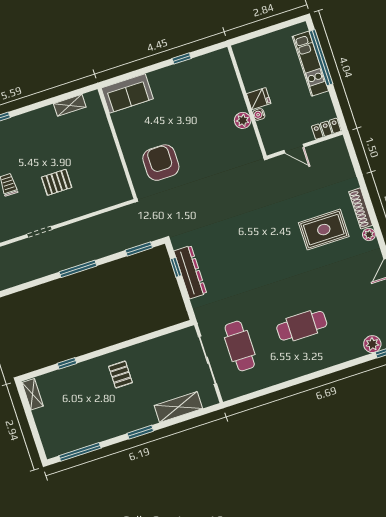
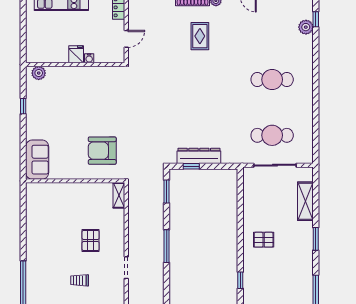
shelving: (70, 105) -> (119, 195), moved
plant: (243, 120) -> (39, 73), moved
rug: (324, 230) -> (200, 36), width x0.73, depth x0.70
cafe table: (302, 326) -> (272, 80), turned 90

